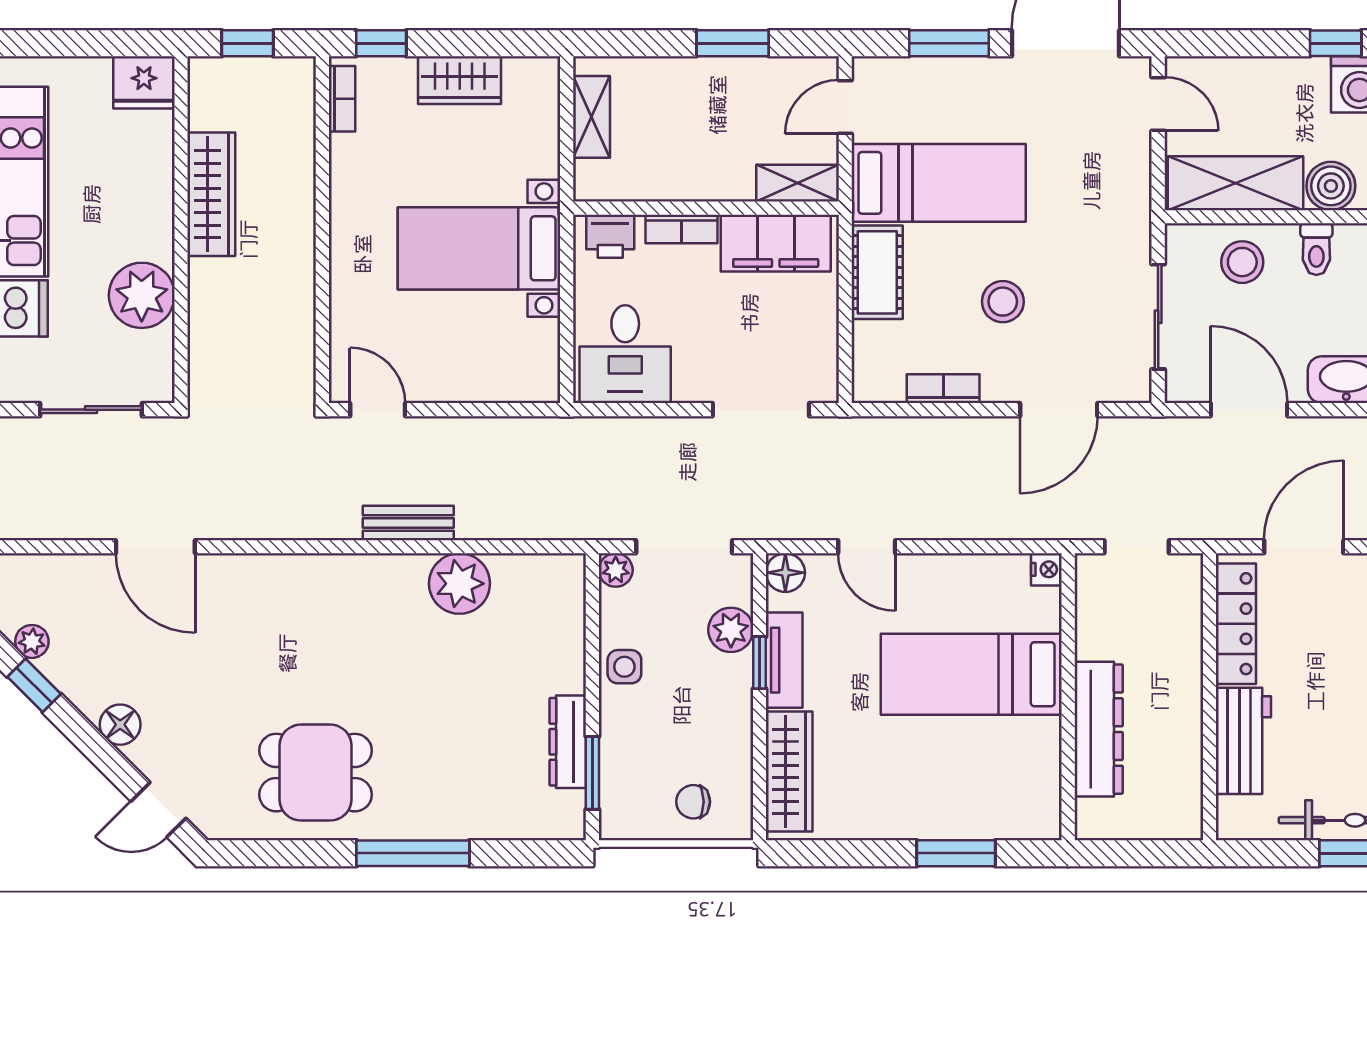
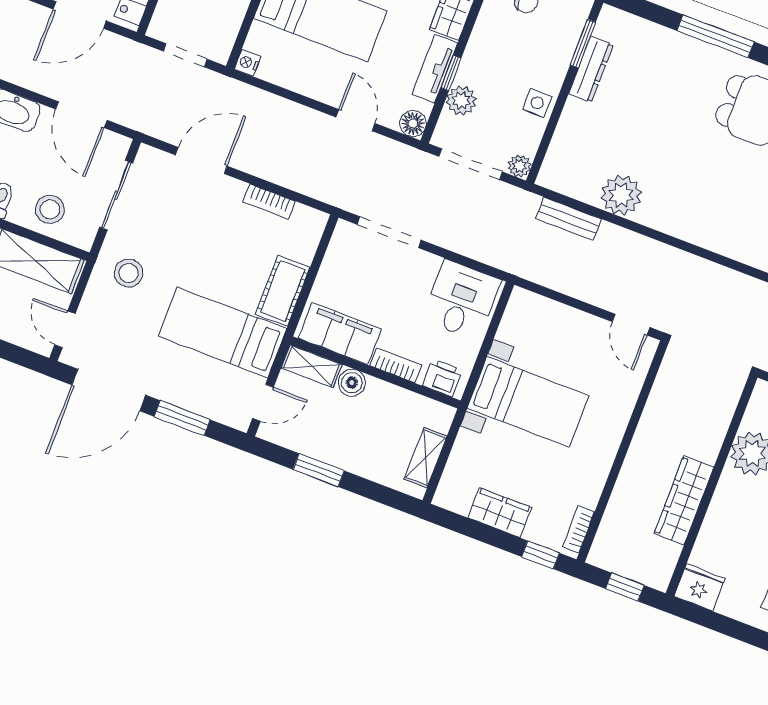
boiler: (733, 182) -> (352, 383), added
stool: (1003, 302) -> (129, 273), moved
bench: (408, 523) -> (568, 219), moved

